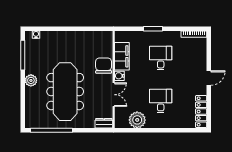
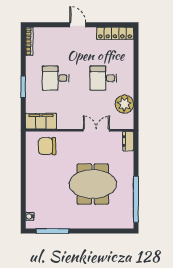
filing cabinet: (122, 56) -> (41, 121), moved
chair: (104, 66) -> (47, 146), moved
water cooler: (119, 76) -> (75, 124), removed
plant: (31, 80) -> (81, 222), removed
meeting table: (65, 92) -> (93, 184), width x0.73

